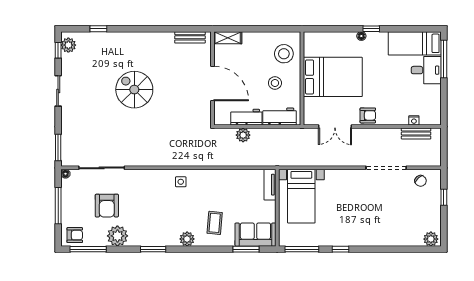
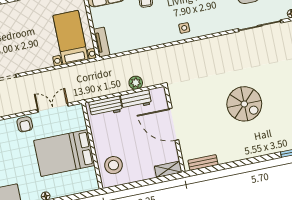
stool: (275, 83) -> (116, 137), removed
armchair: (368, 115) -> (25, 124), turned -90

